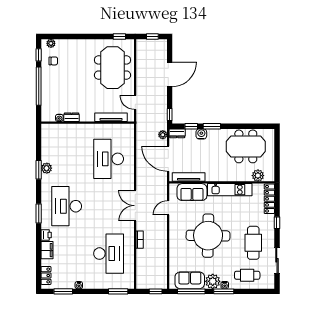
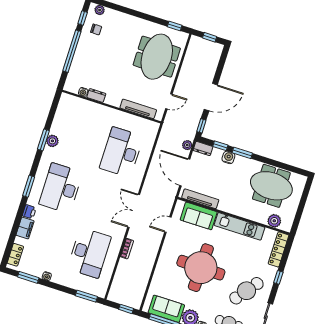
door: (170, 74) -> (211, 97), moved
door: (135, 102) -> (169, 101), swing flipped
cafe table: (253, 243) -> (246, 291), turned 38

